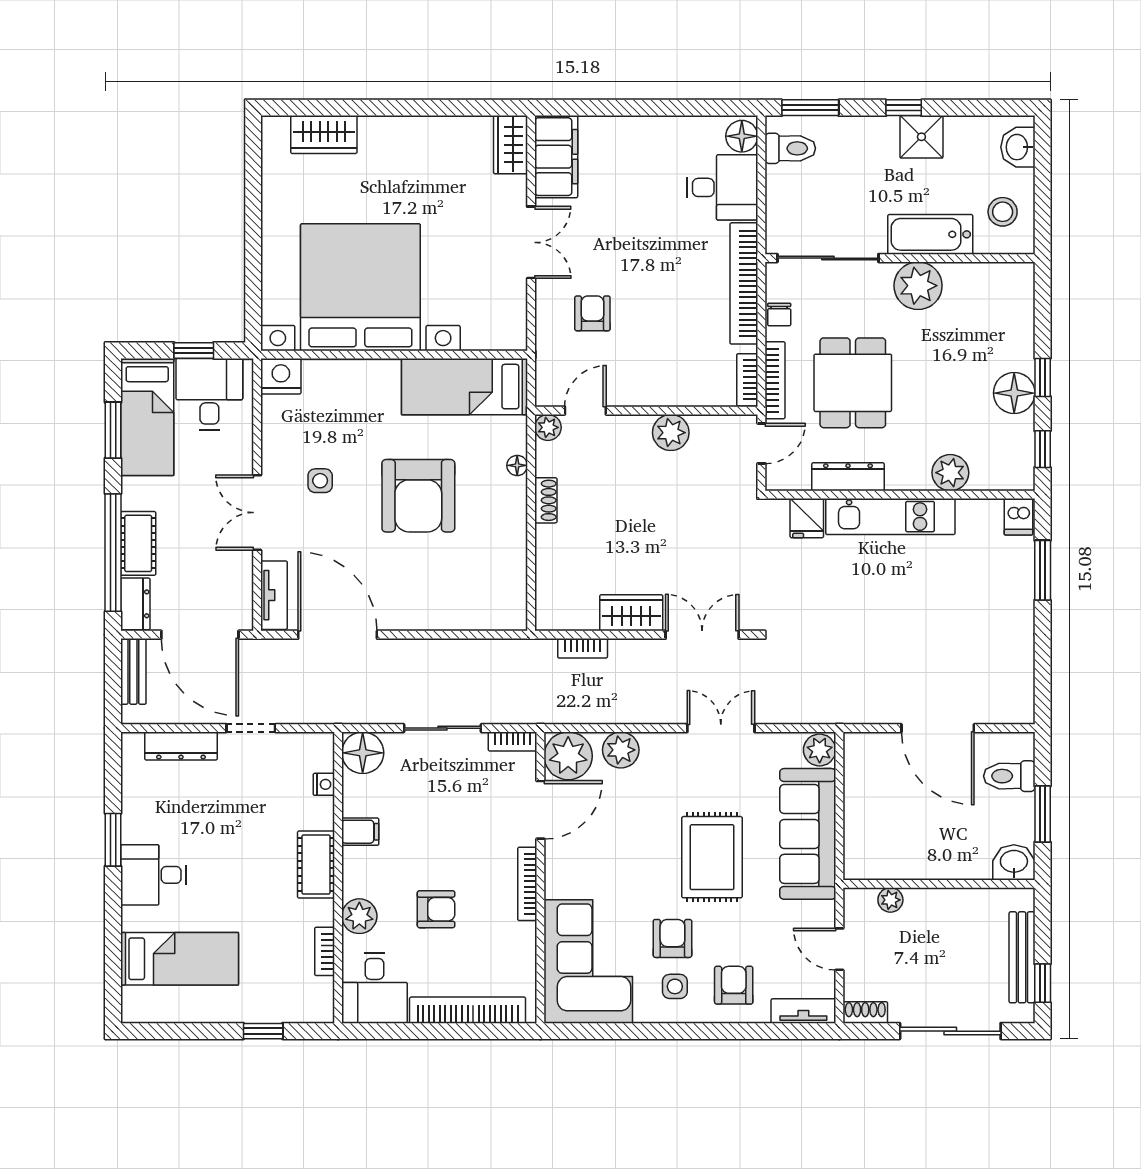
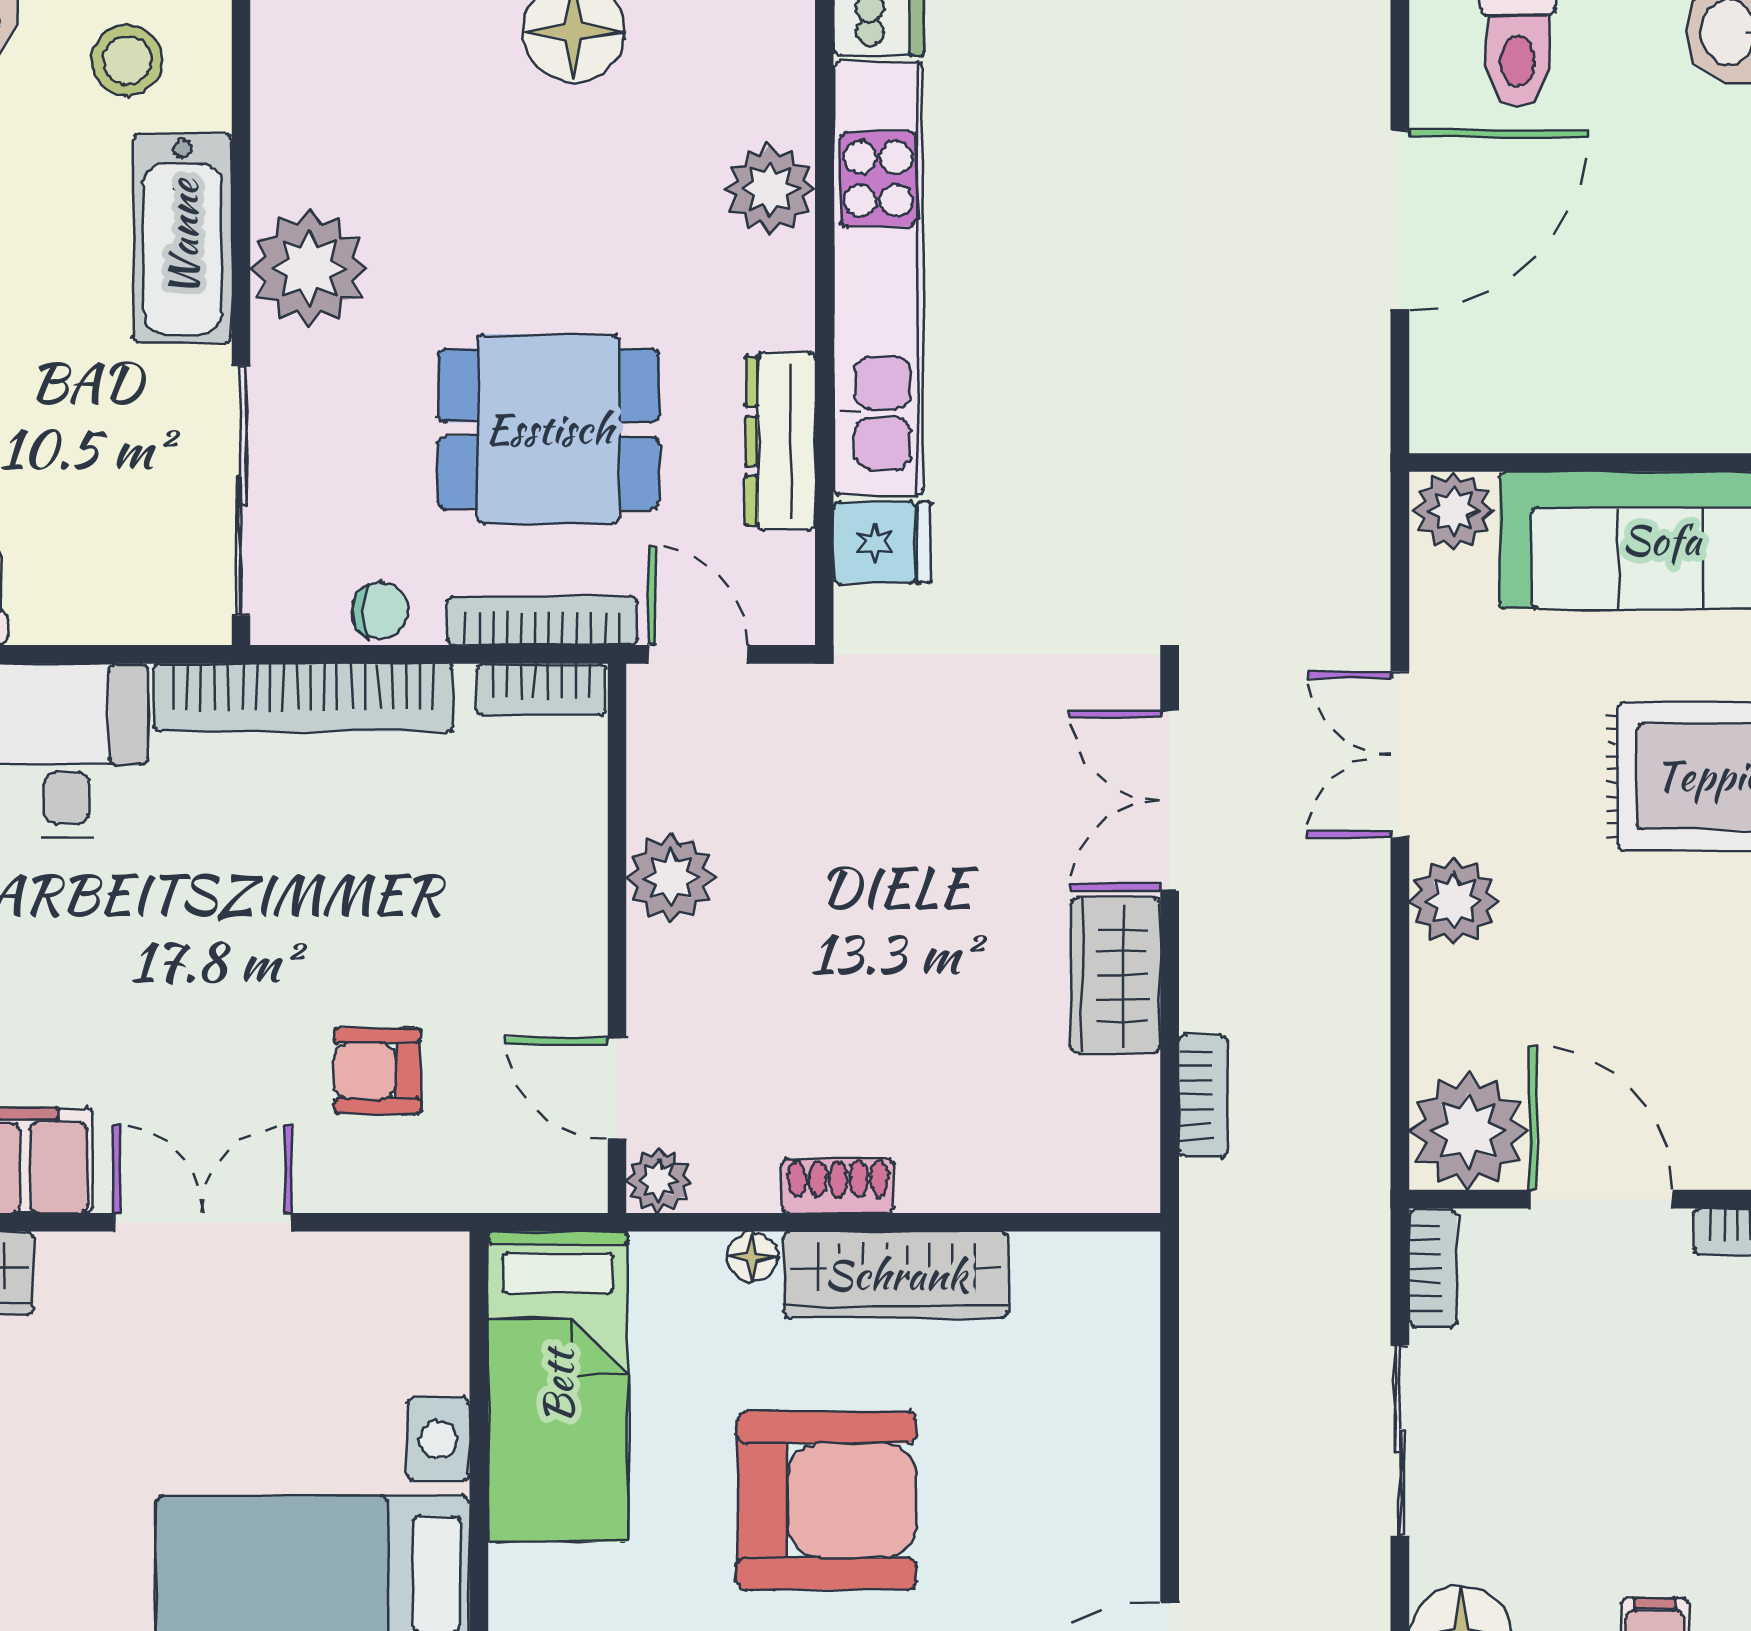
kitchen unit: (890, 517) -> (878, 279), width x1.36
wardrobe: (510, 524) -> (896, 1275), added
plant: (621, 750) -> (1454, 901), moved

